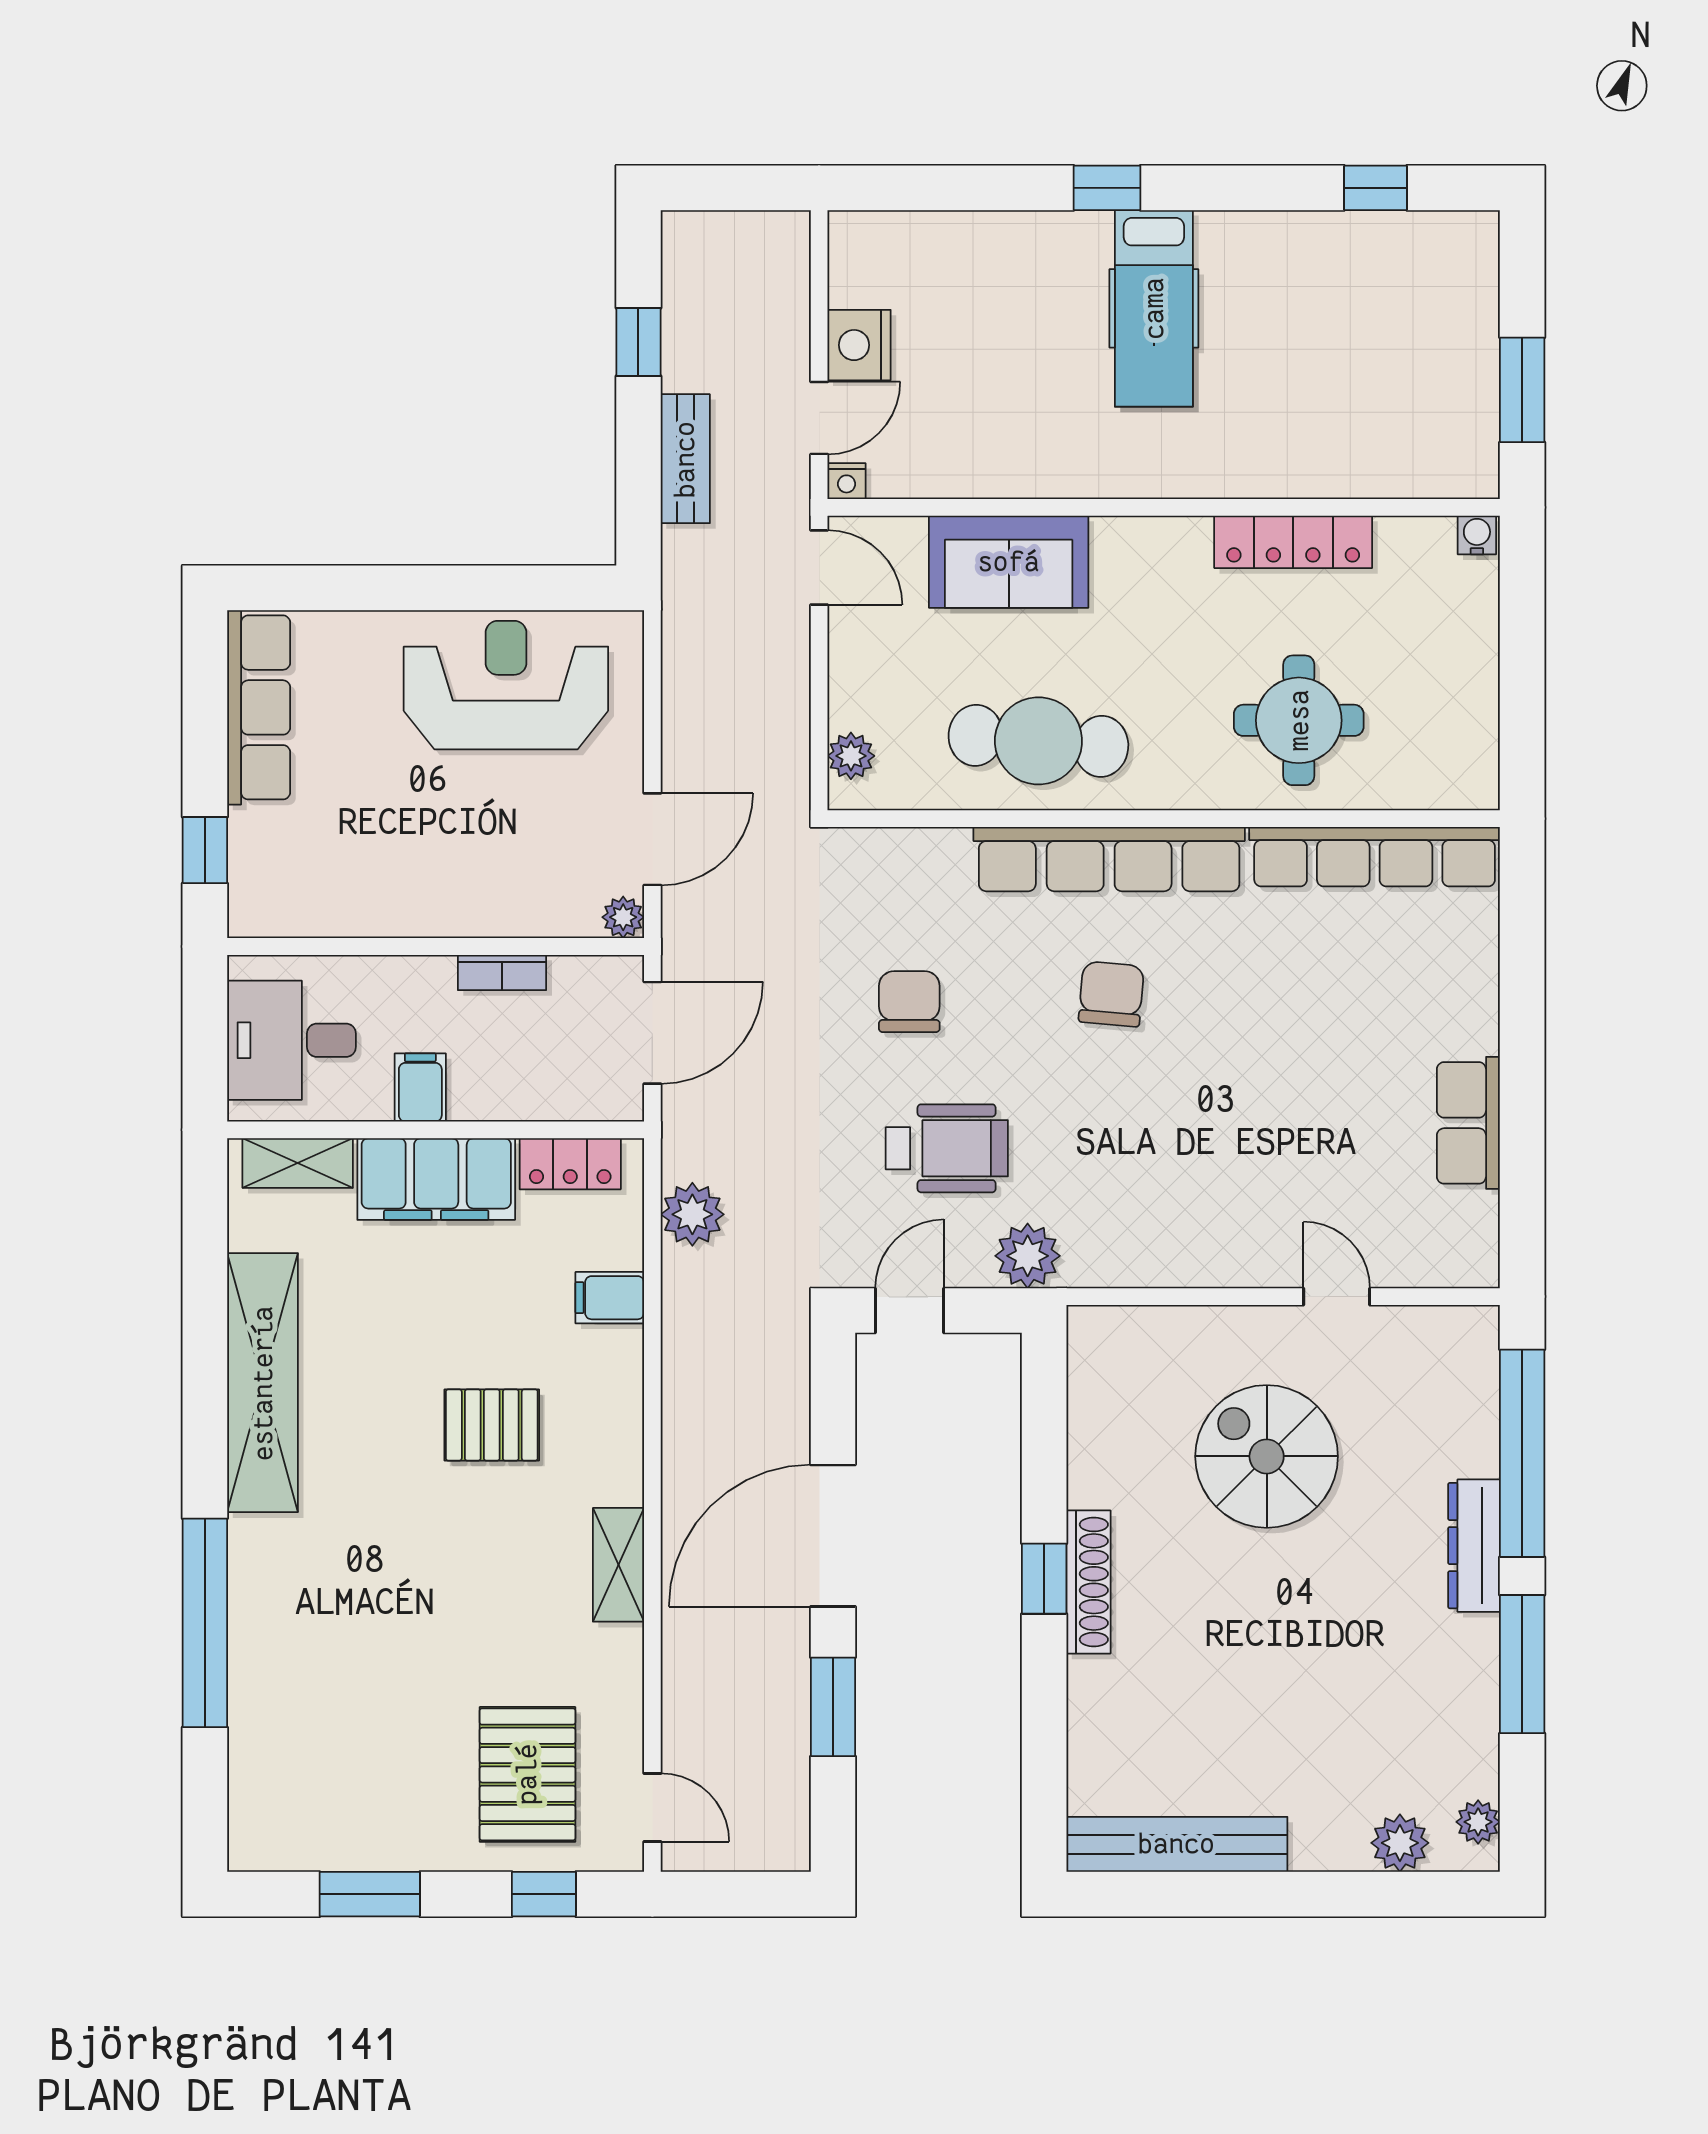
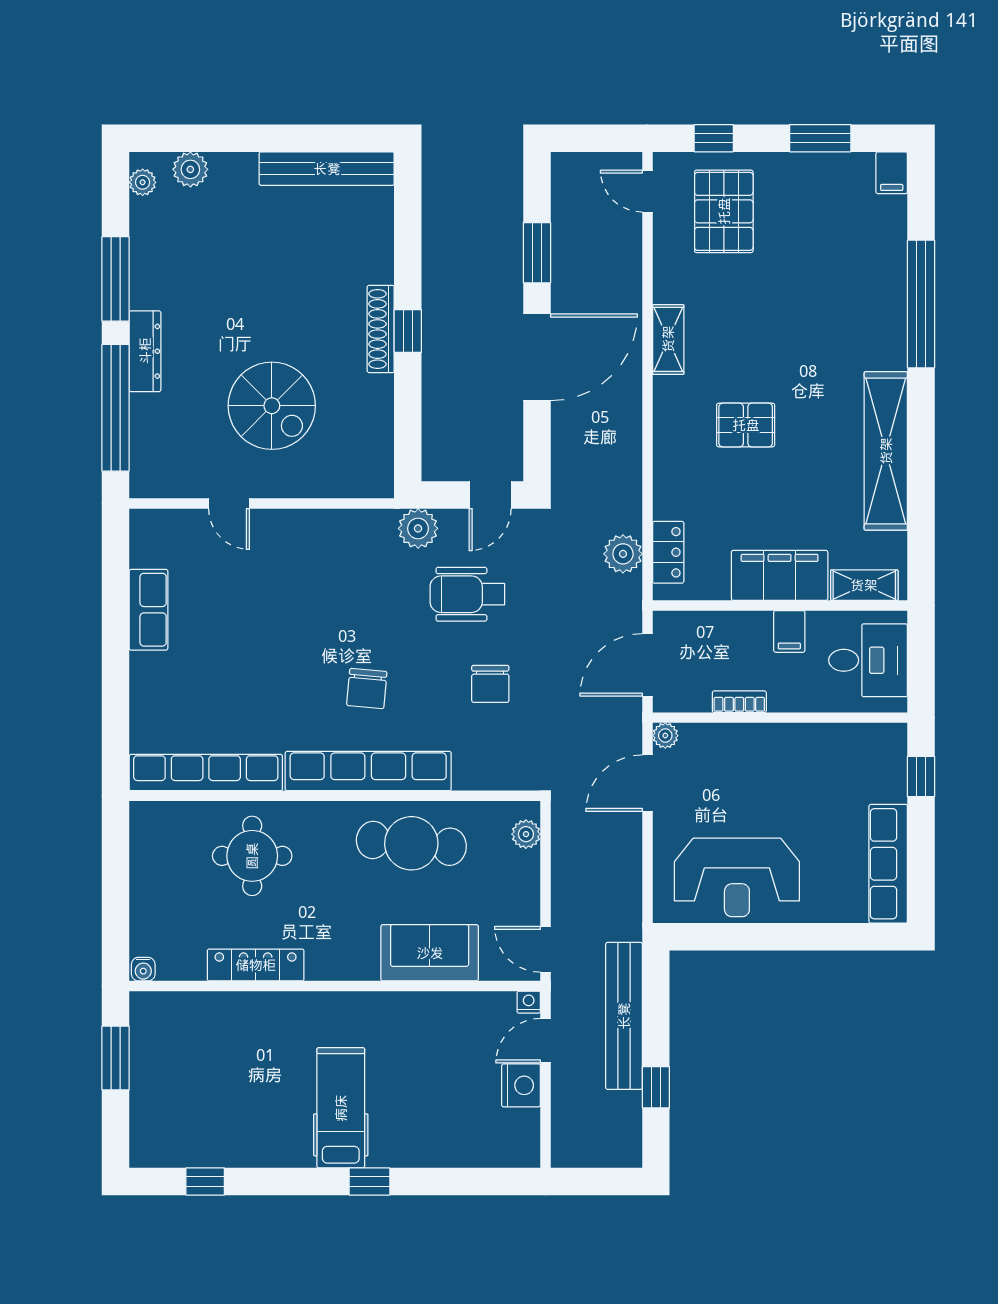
bench: (685, 459) -> (624, 1016), width x1.86, depth x1.21
locker: (570, 1164) -> (668, 552), moved, turned 90
filing cabinet: (610, 1298) -> (892, 173), moved, turned 90

